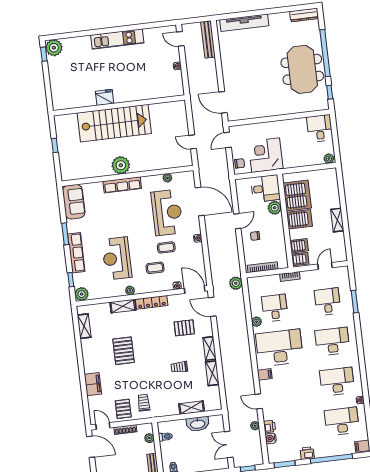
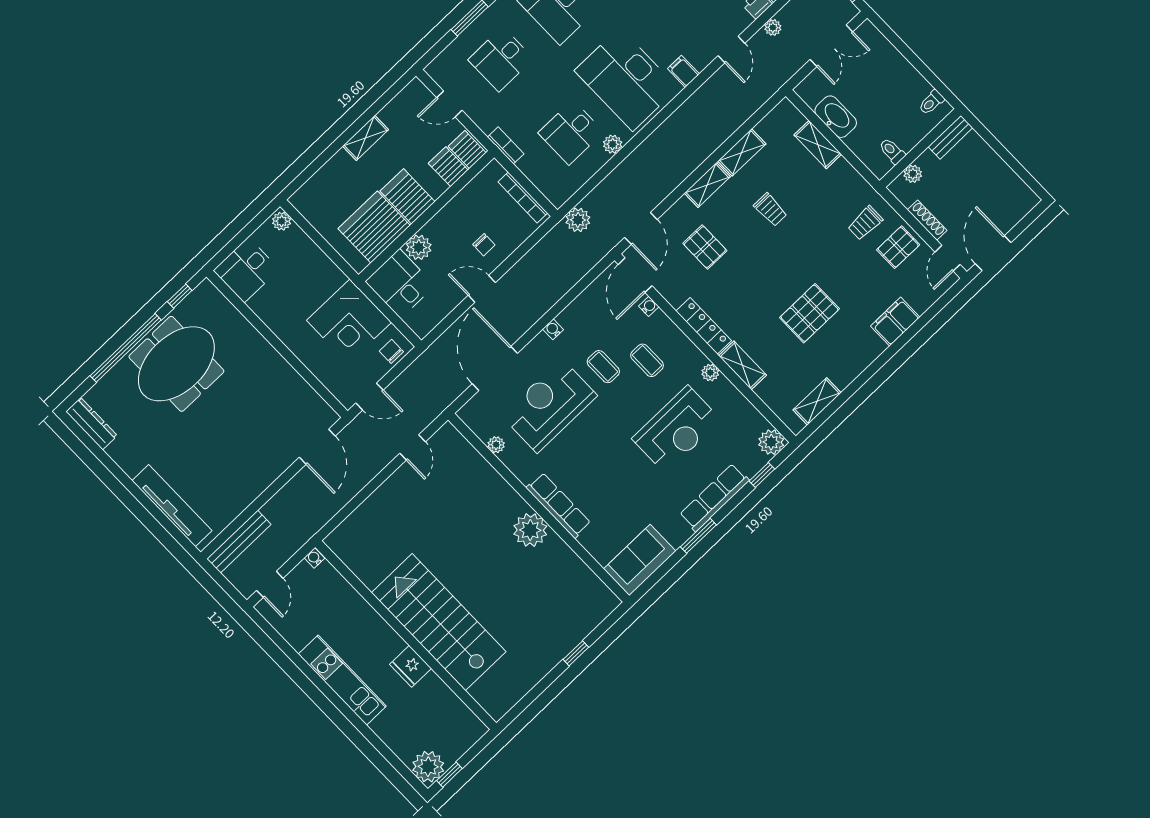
fridge: (105, 97) -> (411, 666), moved
wall: (119, 105) -> (406, 635), moved
stairs: (114, 123) -> (439, 622), moved

